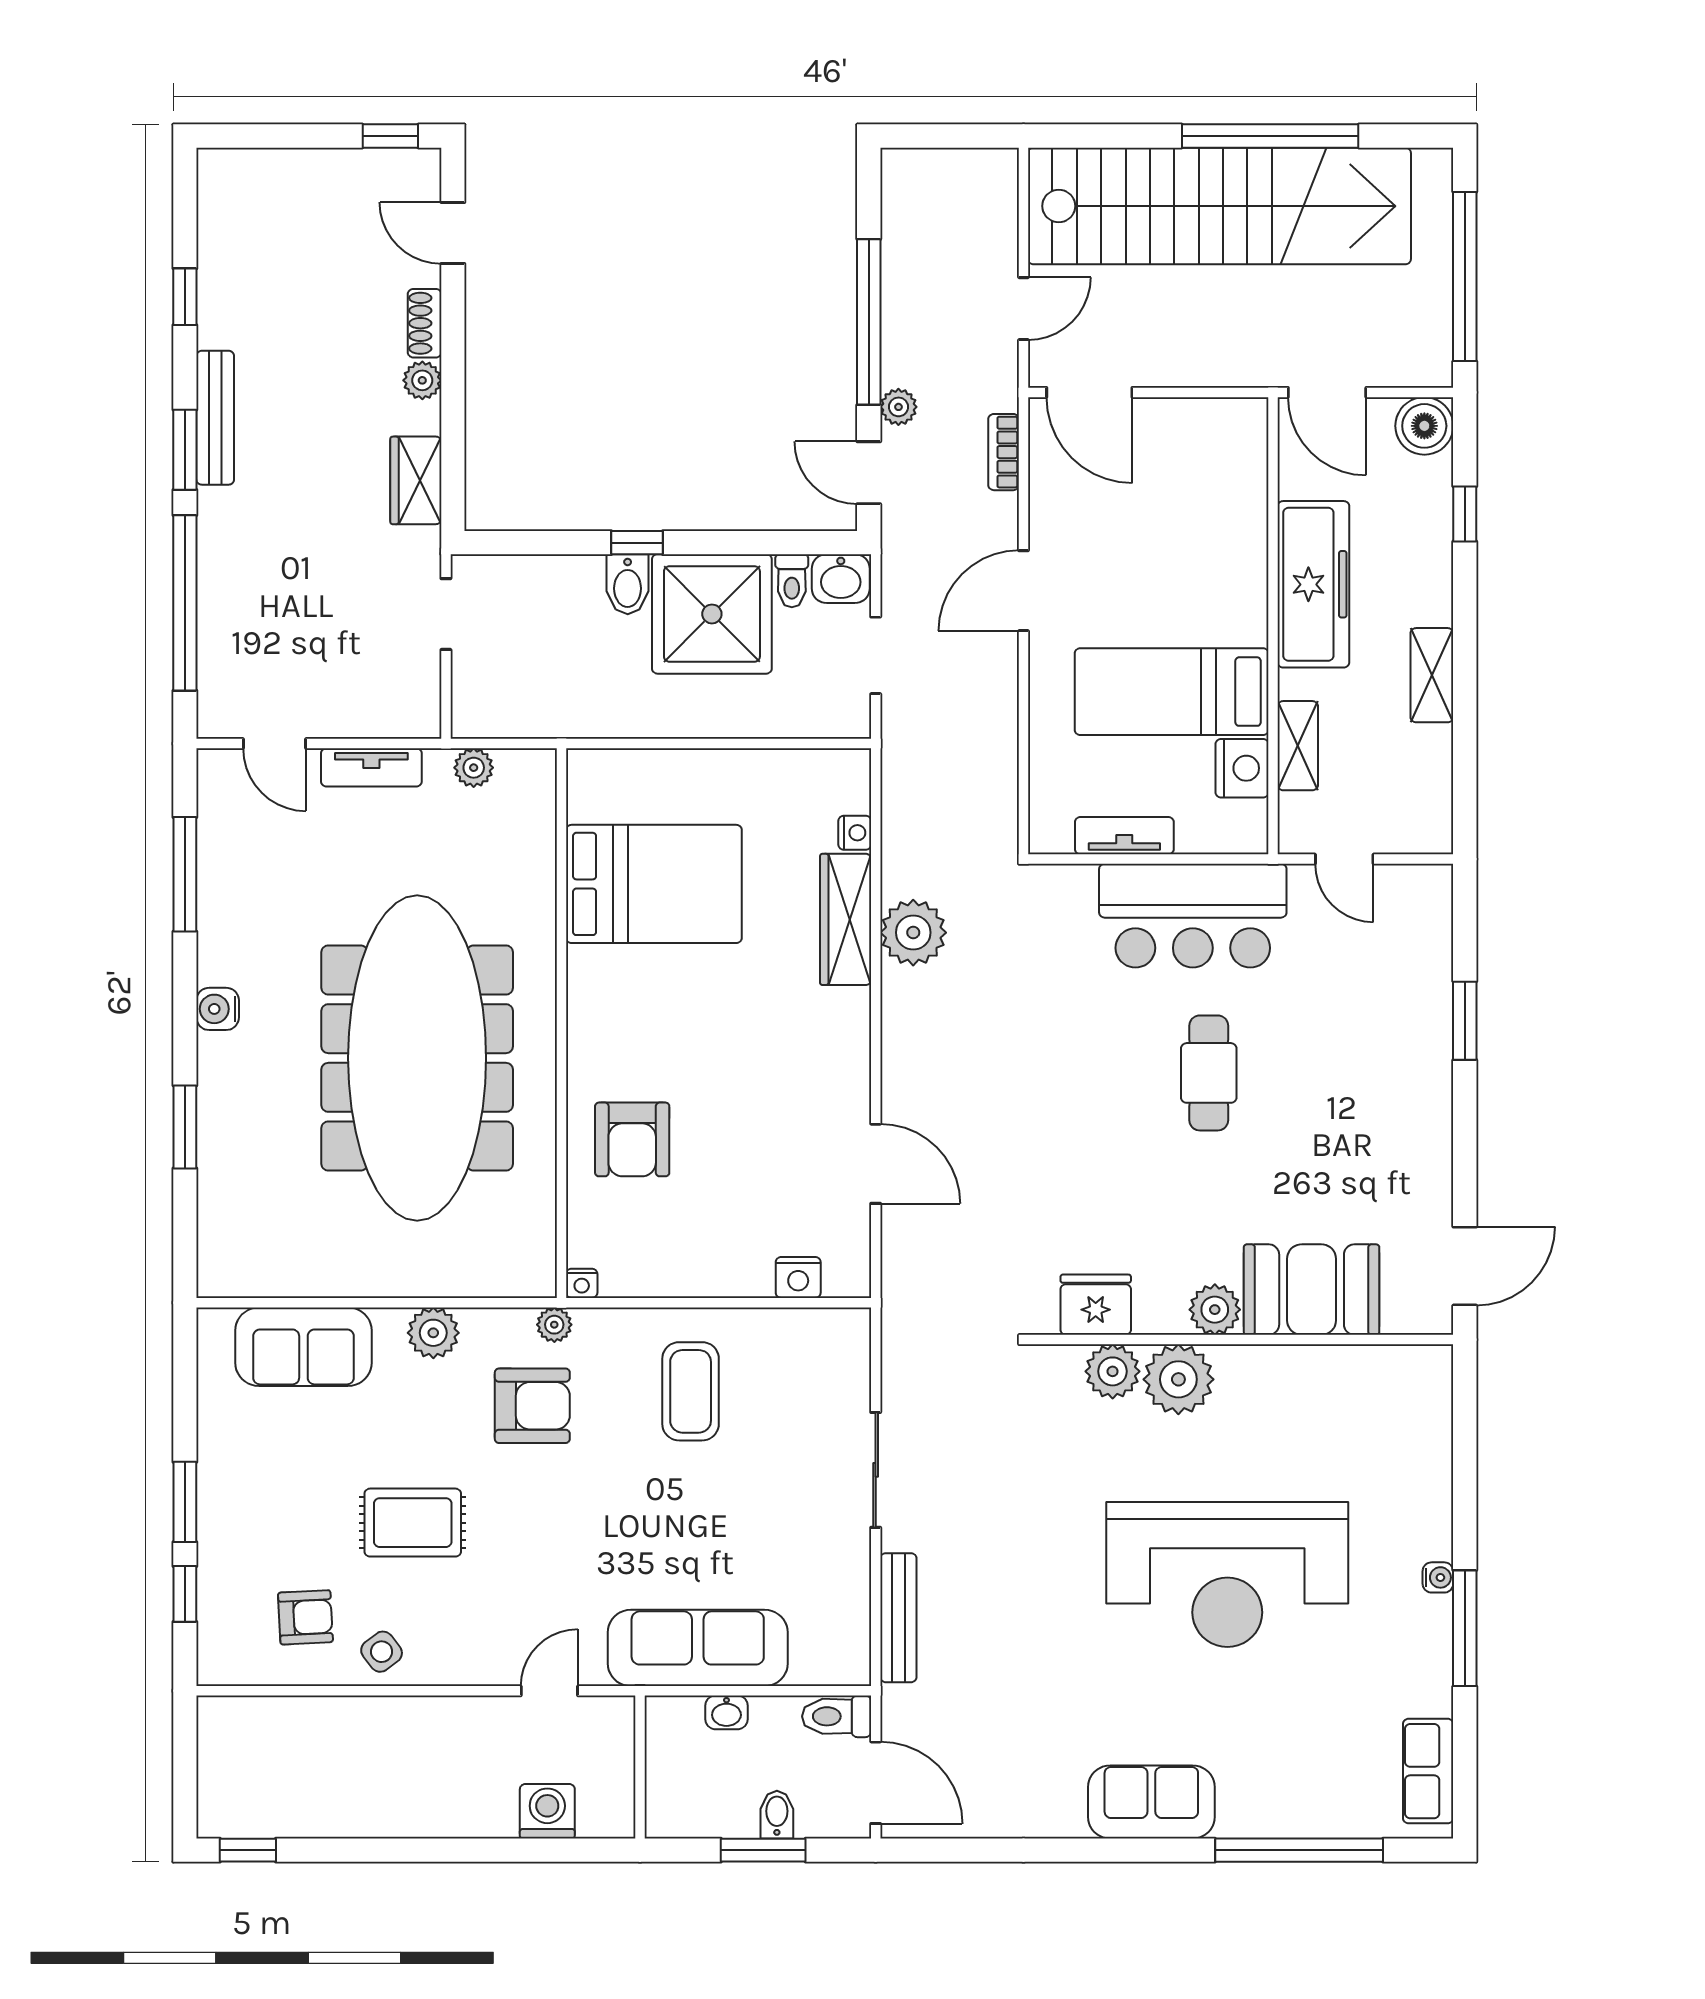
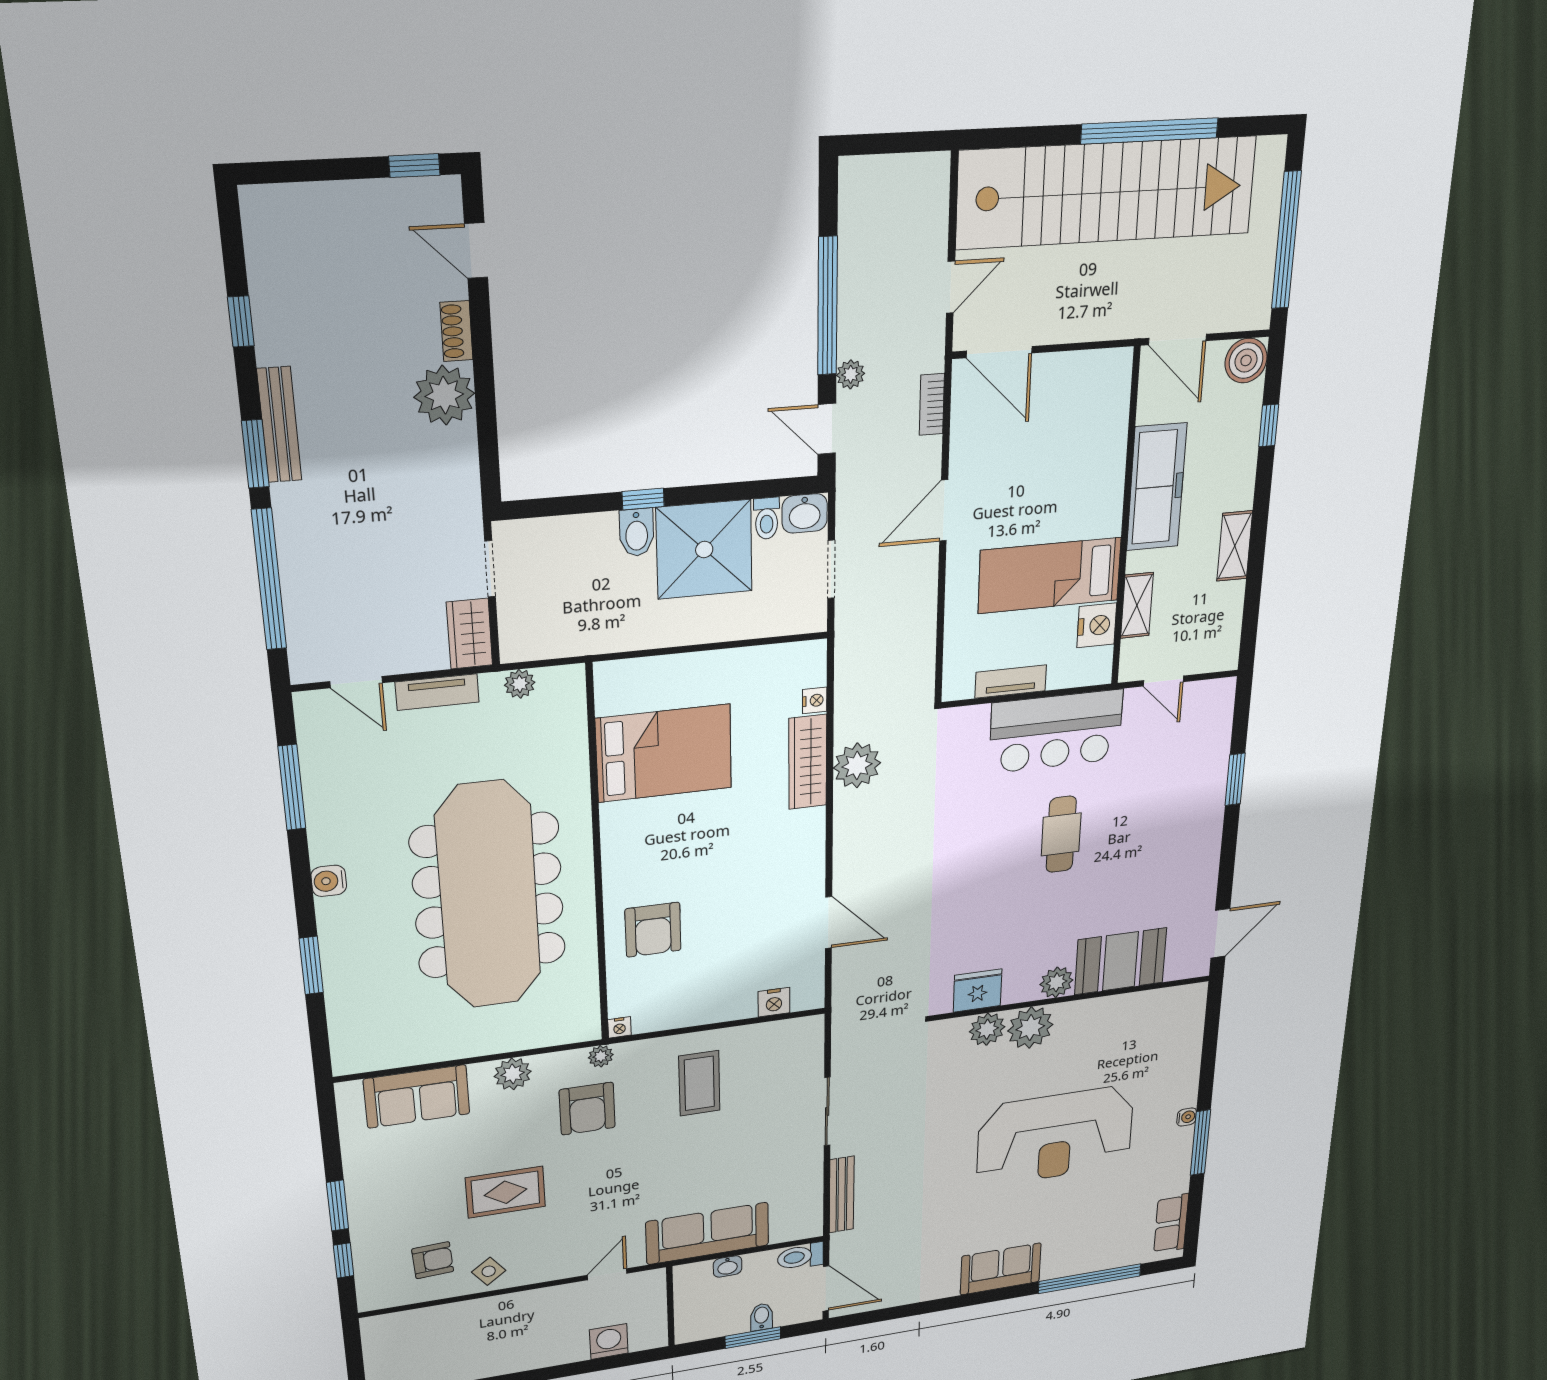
plant: (422, 380) -> (444, 395), width x1.88, depth x1.88
wardrobe: (416, 480) -> (469, 634), moved
armchair: (532, 1406) -> (587, 1109), turned 90

